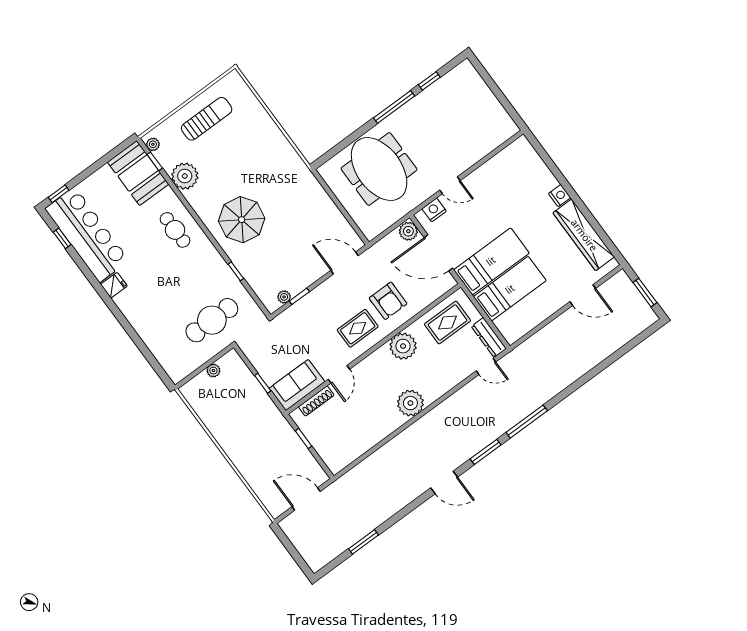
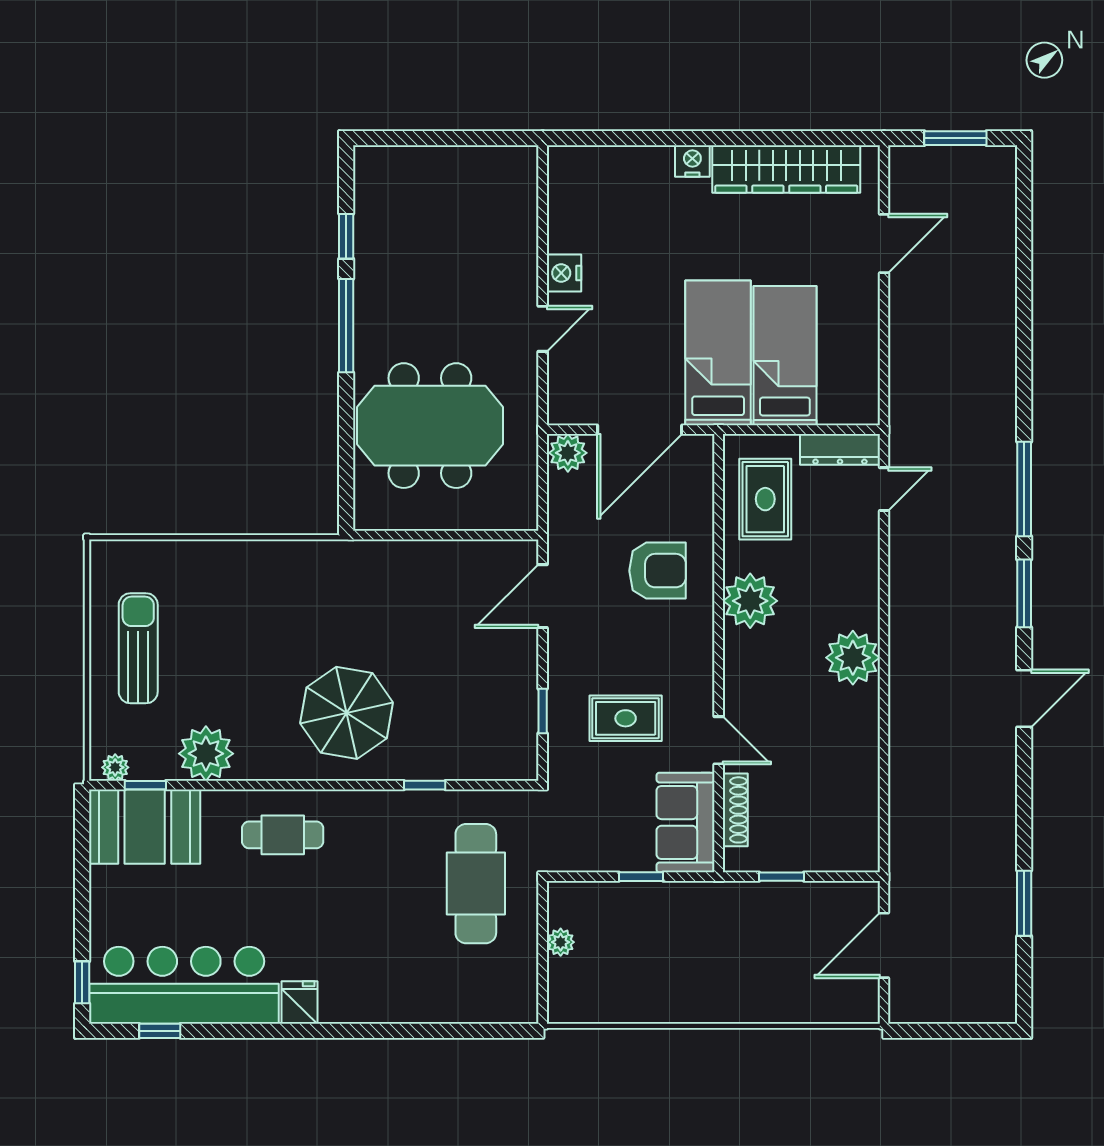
nightstand: (434, 210) -> (564, 273), moved
plant: (284, 297) -> (525, 737), removed
rug: (358, 328) -> (626, 718), moved, turned 90

